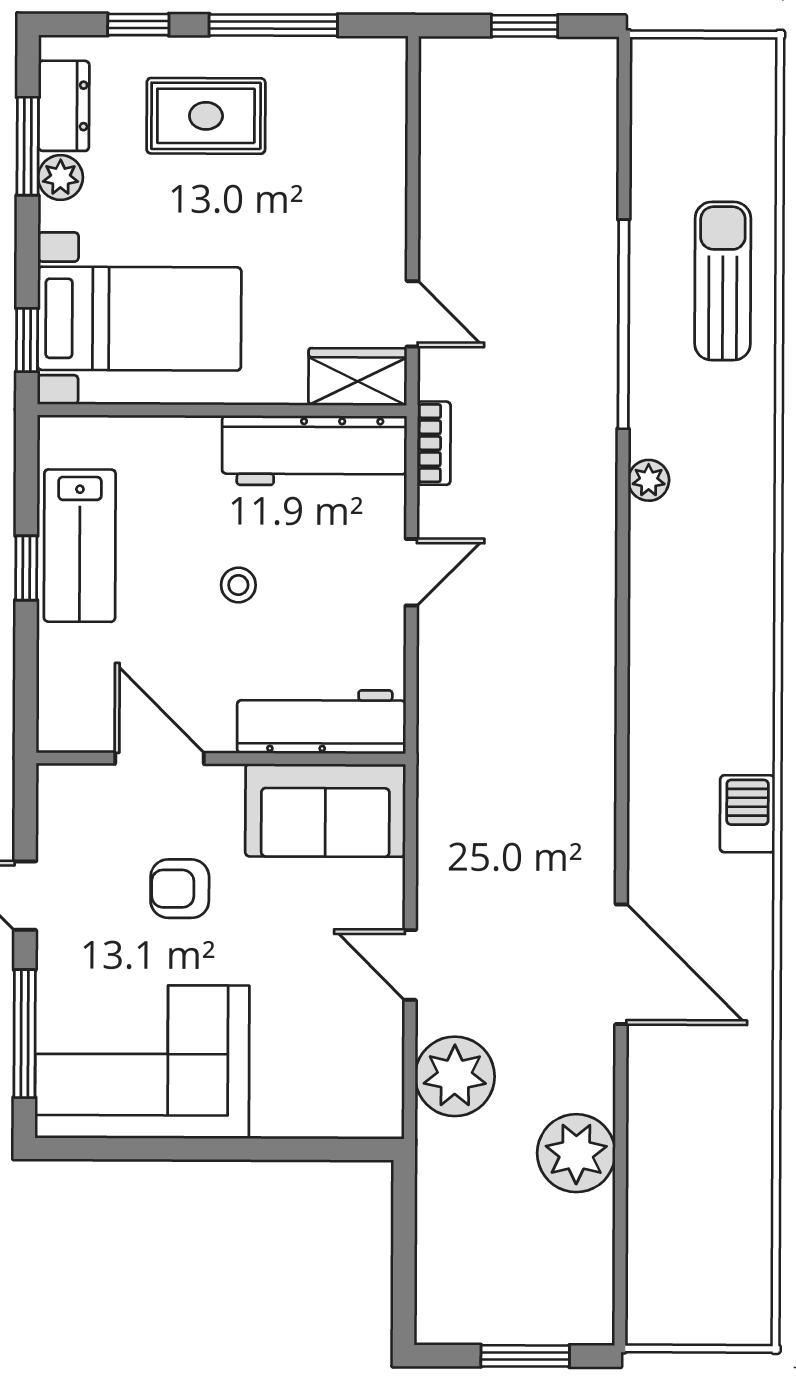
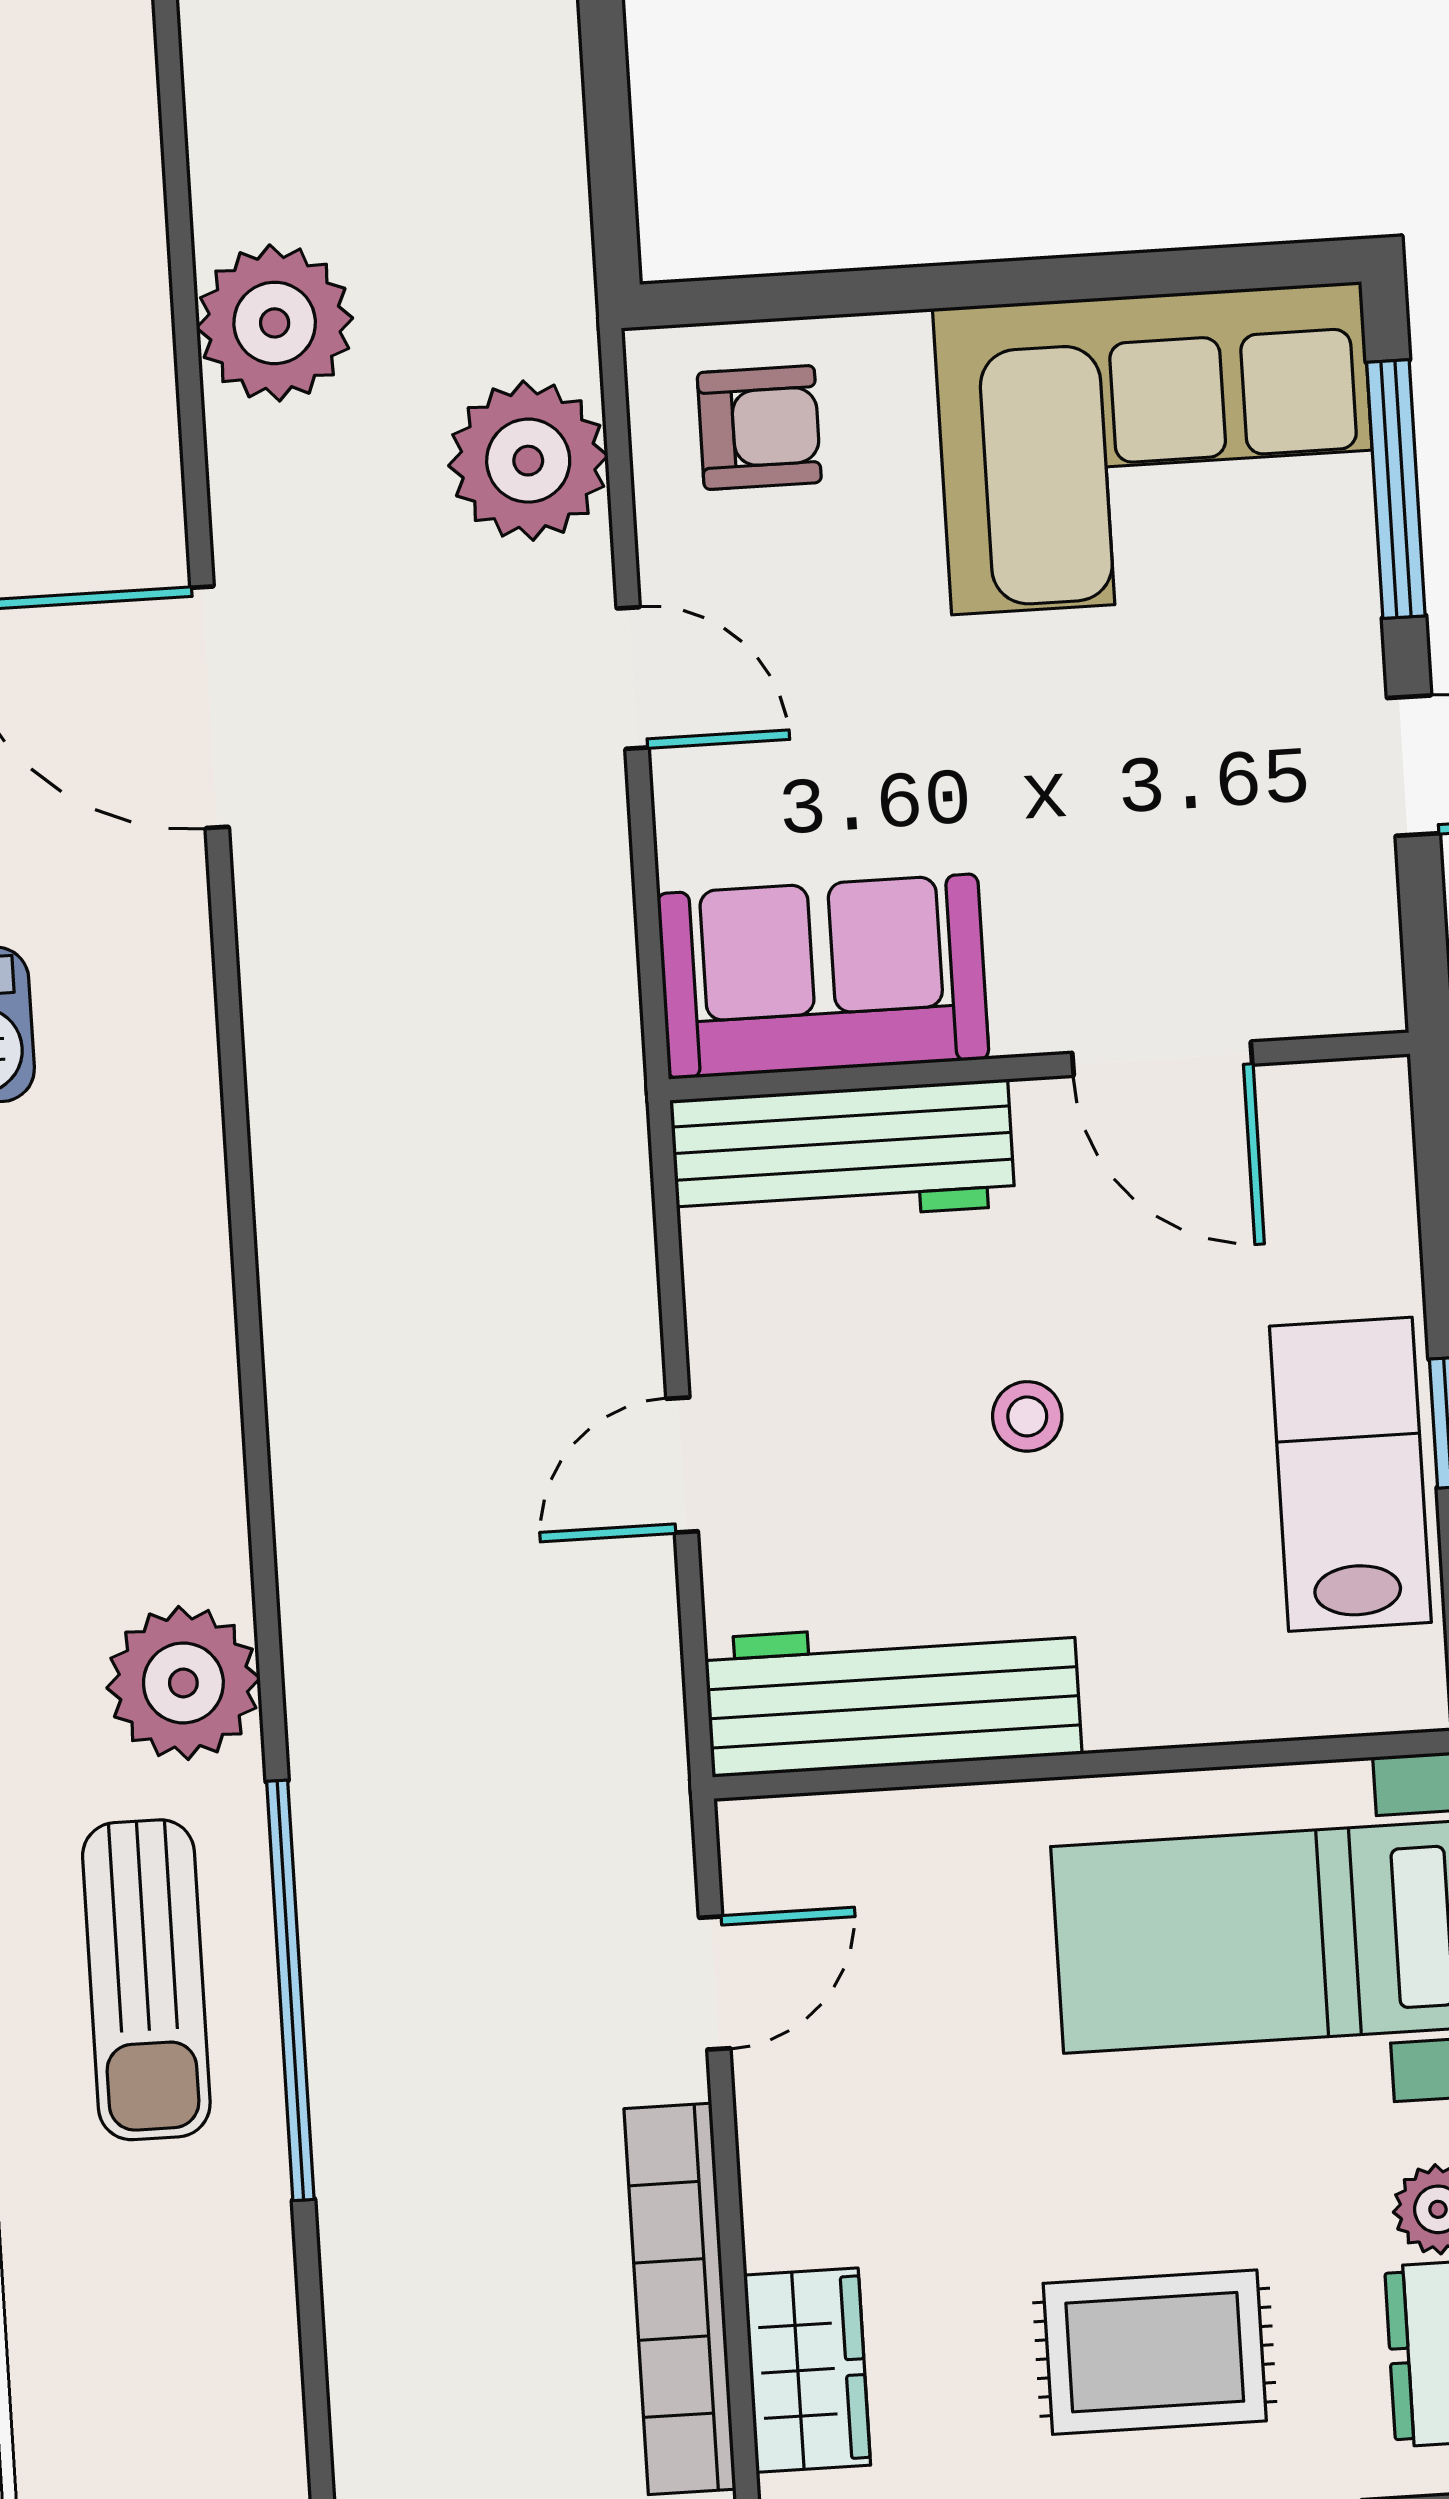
sun lounger: (723, 281) -> (146, 1980), moved
door: (412, 314) -> (715, 1983), swing flipped
wardrobe: (358, 377) -> (807, 2370), moved, turned -90
bookcase: (434, 443) -> (680, 2299), moved, width x2.31, depth x1.31
plant: (649, 480) -> (183, 1683), width x1.88, depth x1.88
armchair: (180, 889) -> (759, 428), moved

